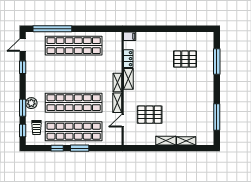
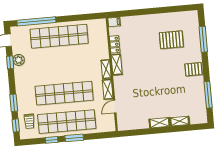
plant: (31, 103) -> (19, 60), moved
pallet: (150, 115) -> (193, 69), moved, width x0.67, depth x0.71

